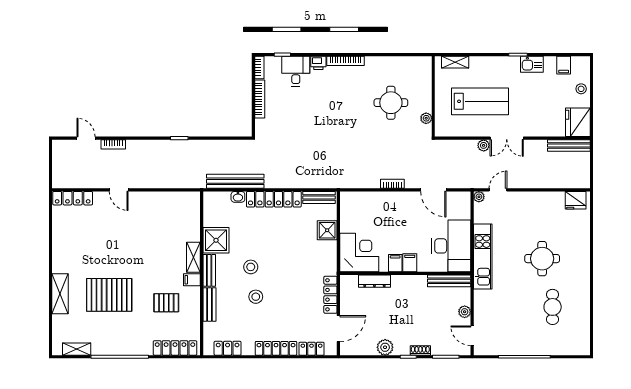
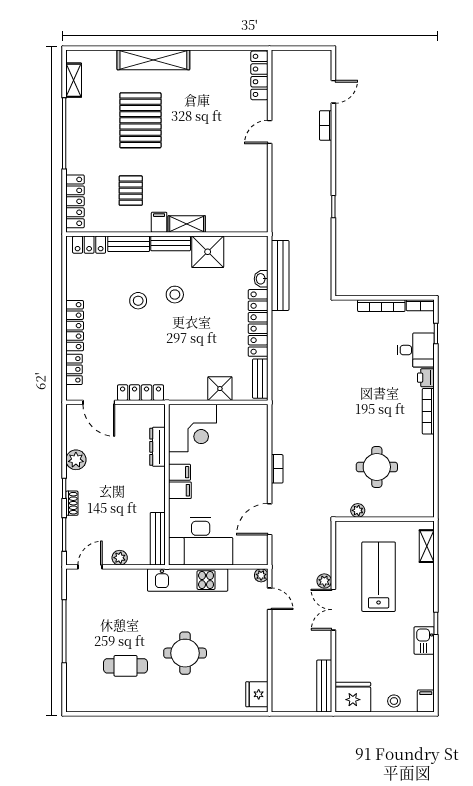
filing cabinet: (564, 65) -> (426, 701), moved, turned 90
lab bench: (480, 101) -> (379, 577), turned 180
shelving: (60, 294) -> (153, 60), width x1.47
locker: (228, 348) -> (89, 245), moved, turned 90

